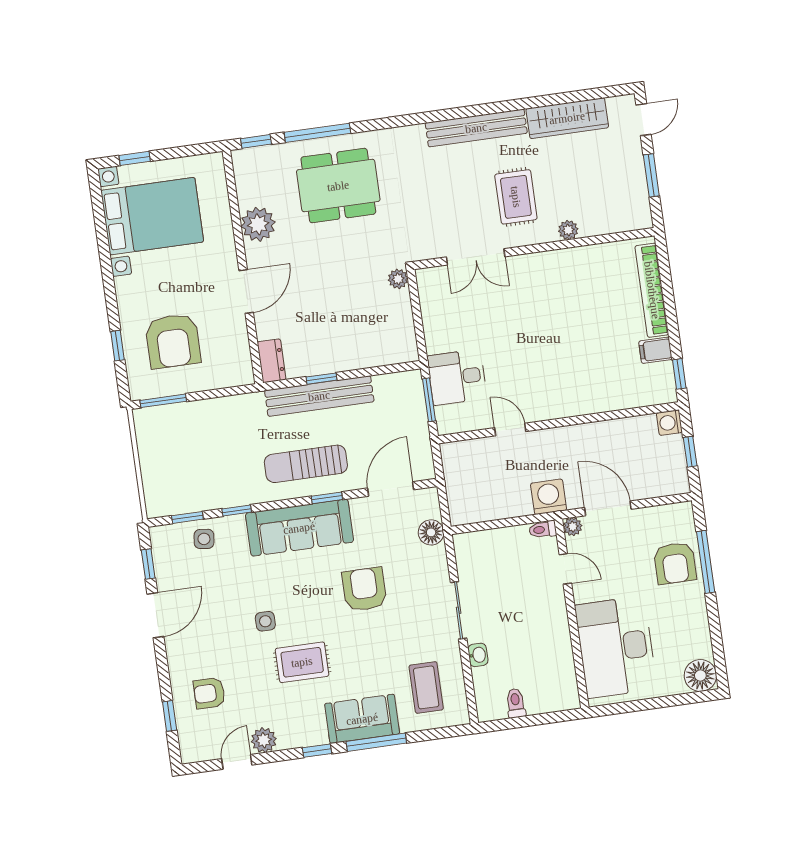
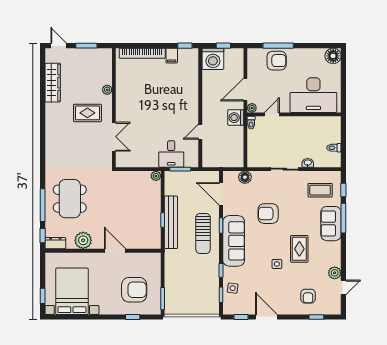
bench: (476, 128) -> (51, 128), removed
plant: (398, 279) -> (156, 176), moved
dresser: (272, 361) -> (55, 243), moved
washing machine: (669, 423) -> (213, 59), width x1.89, depth x1.89
window: (317, 751) -> (343, 190), moved
door: (237, 762) -> (343, 287), swing flipped

